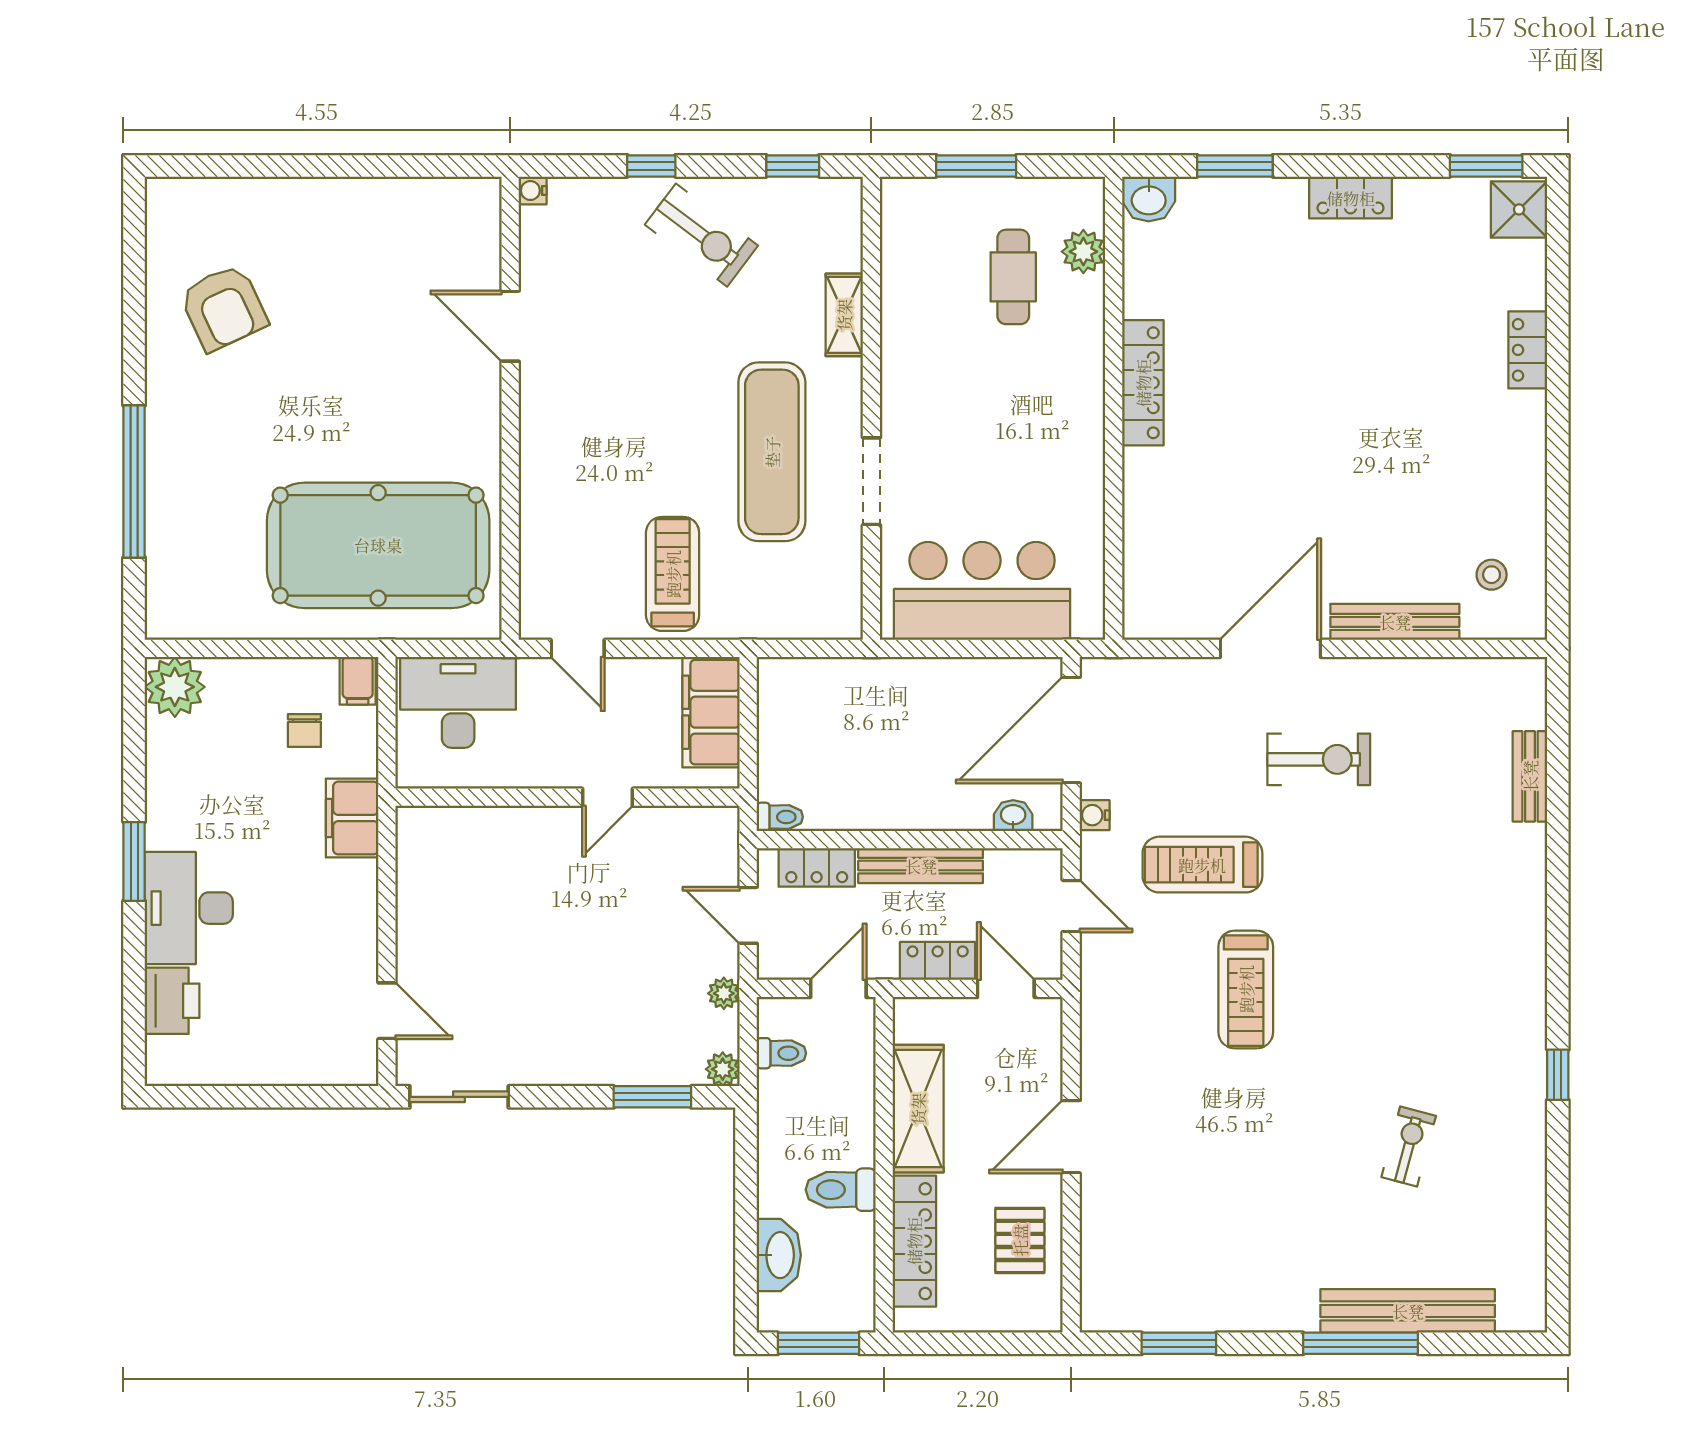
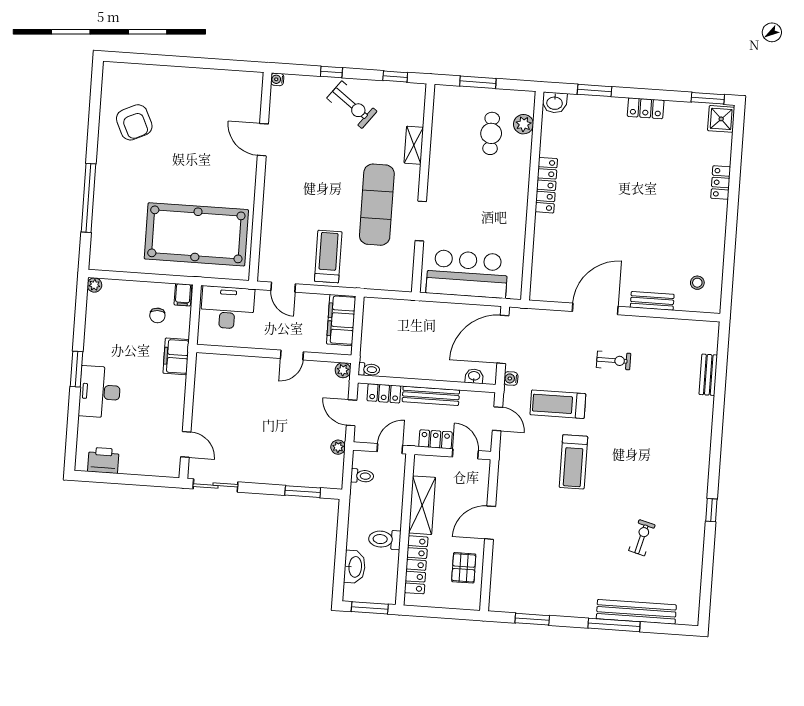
bench: (1395, 622) -> (652, 301), width x0.73
plant: (175, 687) -> (94, 285), width x0.53, depth x0.53
exercise bike: (1319, 759) -> (614, 360), width x0.73, depth x0.72
printer: (172, 1001) -> (103, 460), moved, turned -90
plant: (723, 1069) -> (343, 370), moved

